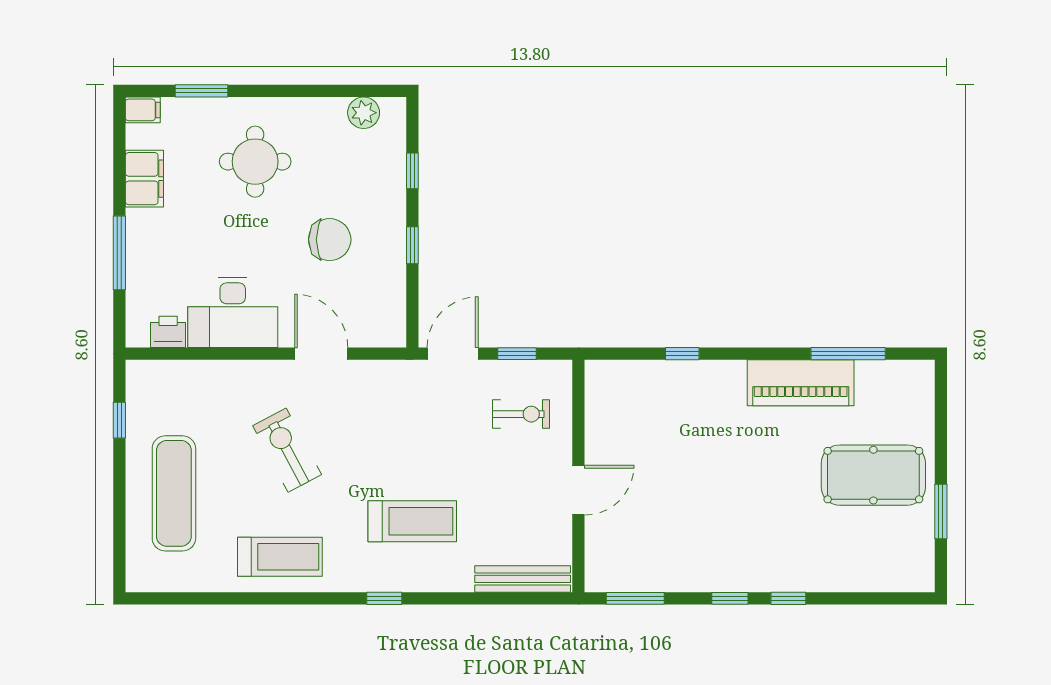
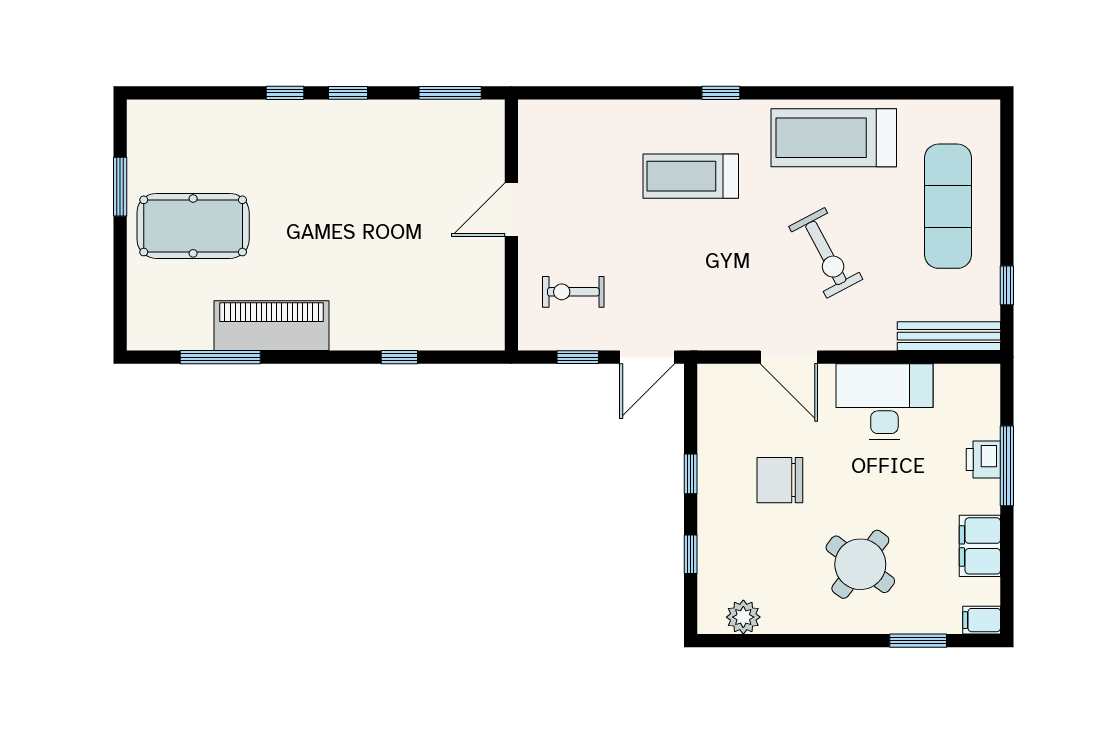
round table: (255, 162) -> (860, 564), turned 37
printer: (168, 332) -> (983, 459), moved, turned 90
treadmill: (280, 557) -> (834, 138), width x1.37, depth x1.38
bench: (523, 579) -> (949, 336), moved

